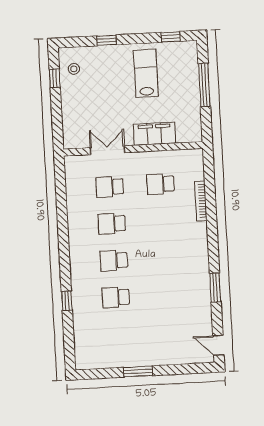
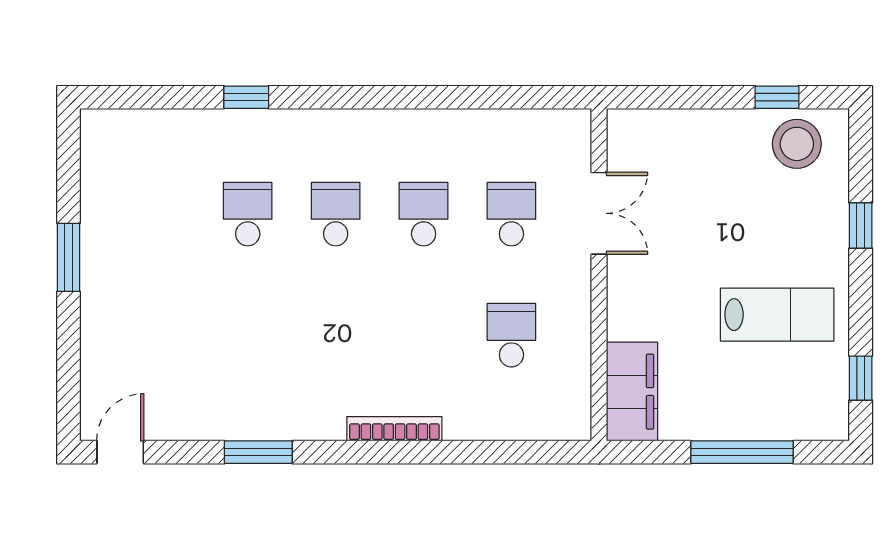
stool: (74, 69) -> (797, 144), width x1.89, depth x1.89
filing cabinet: (154, 134) -> (632, 392), moved
bookcase: (201, 201) -> (394, 429), moved

